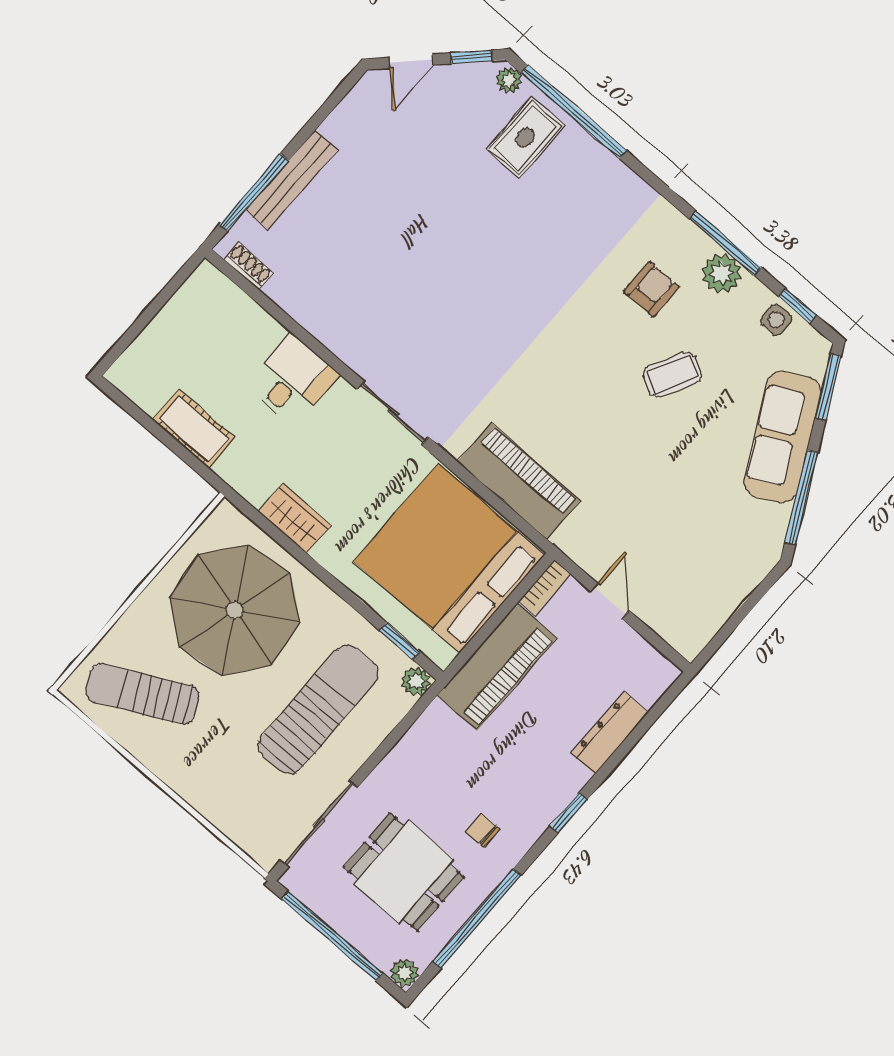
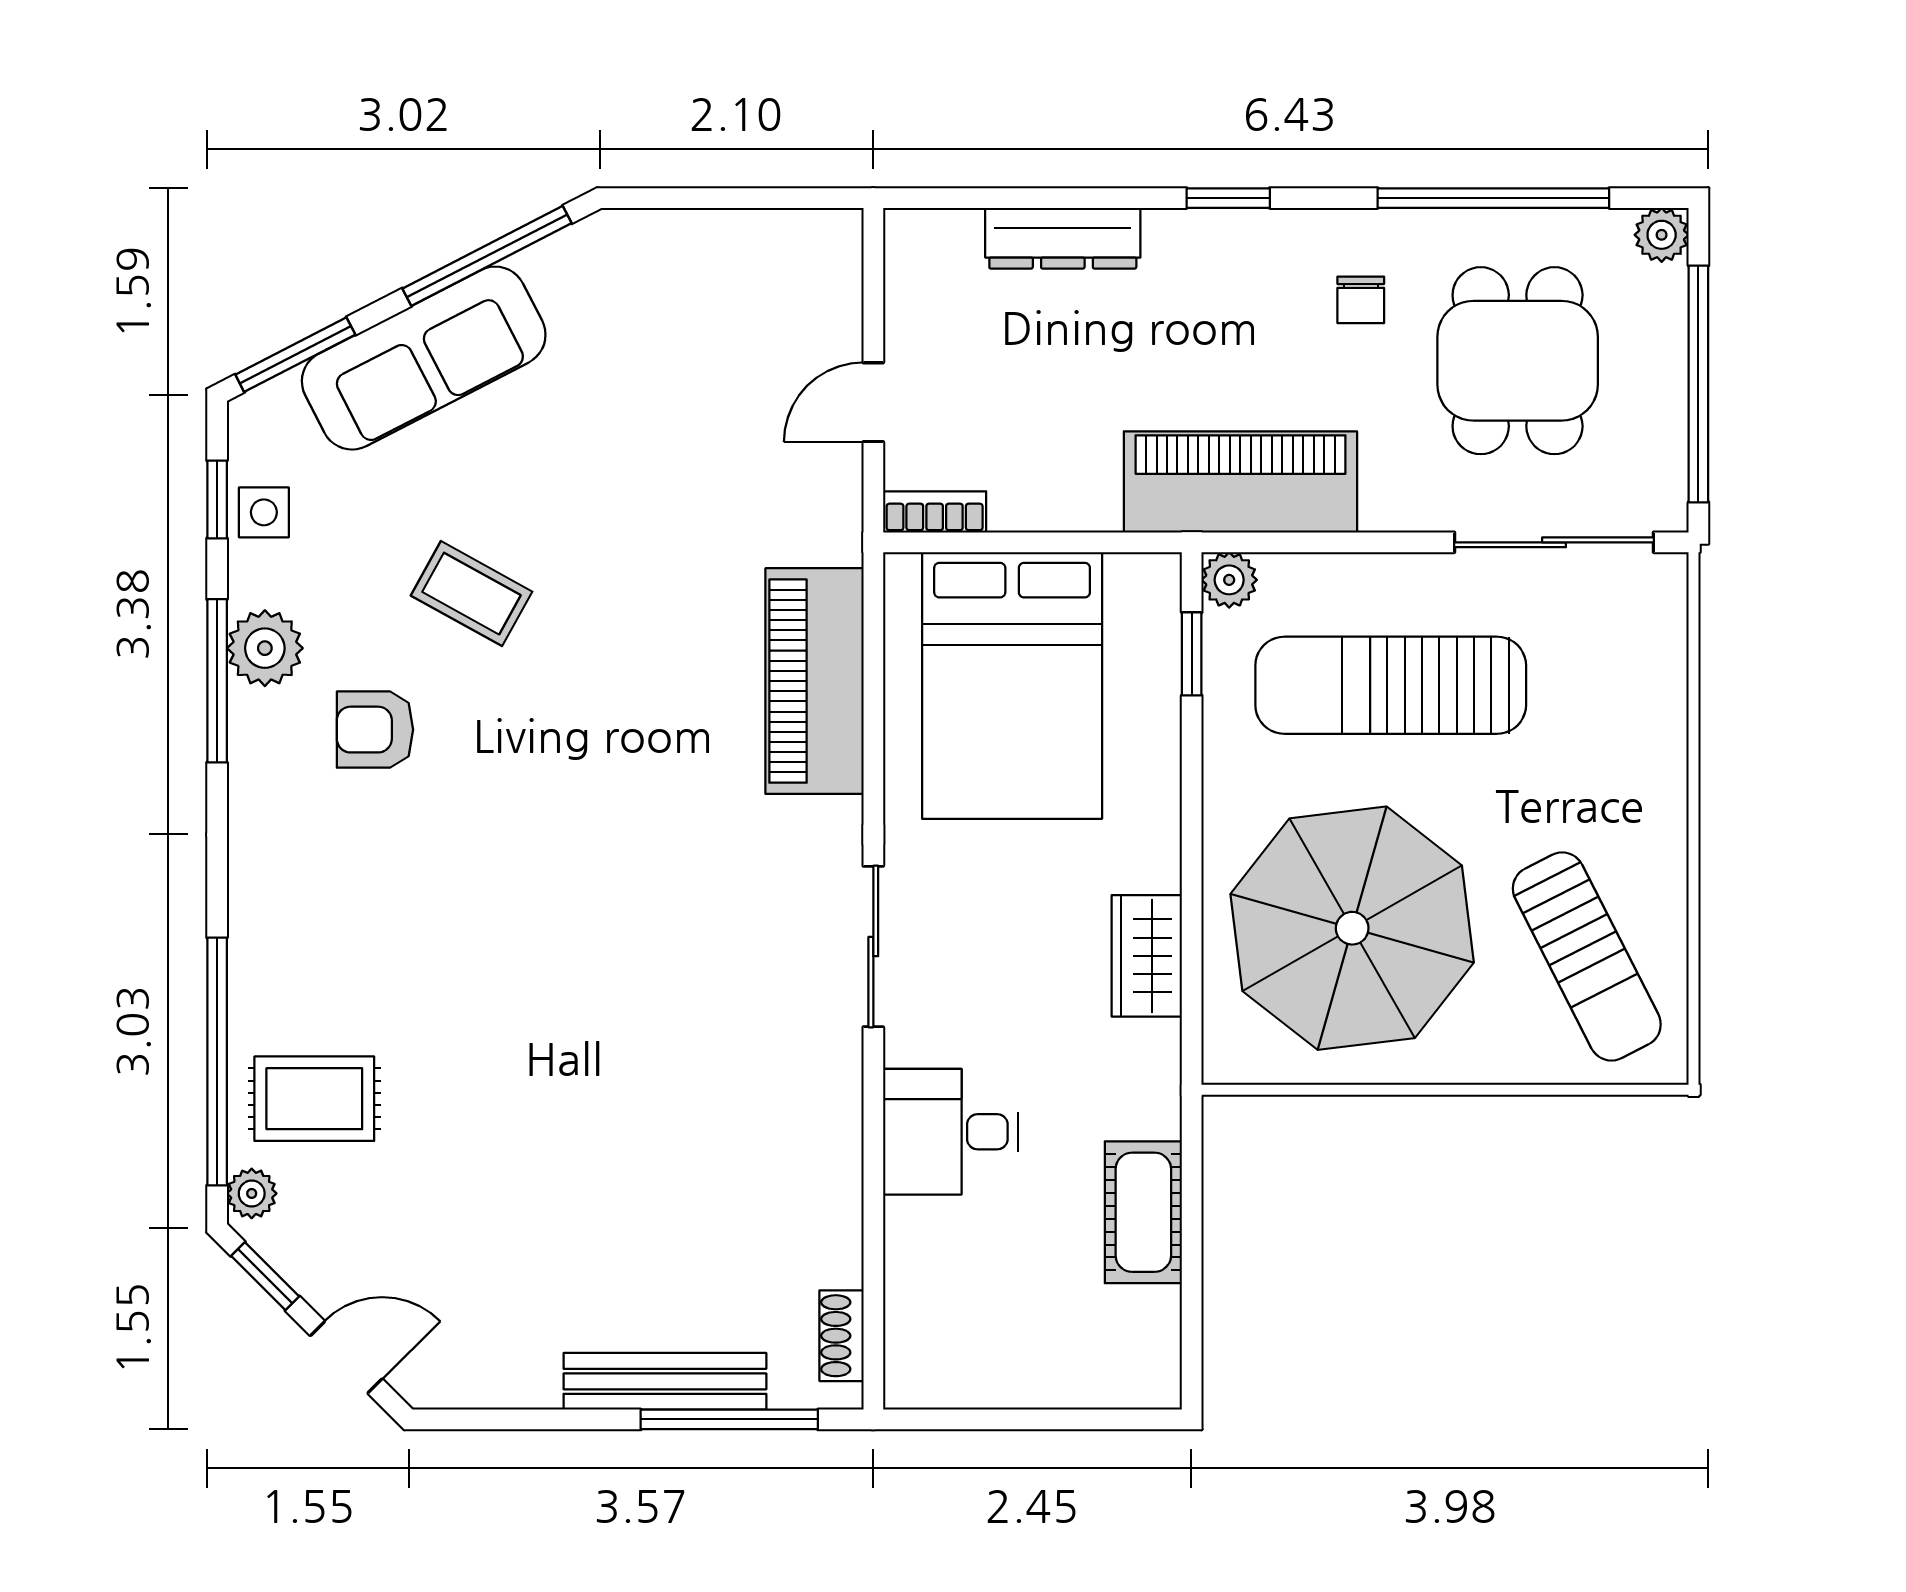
bed: (449, 558) -> (1012, 685), width x0.73
piano: (497, 667) -> (1240, 482), moved

